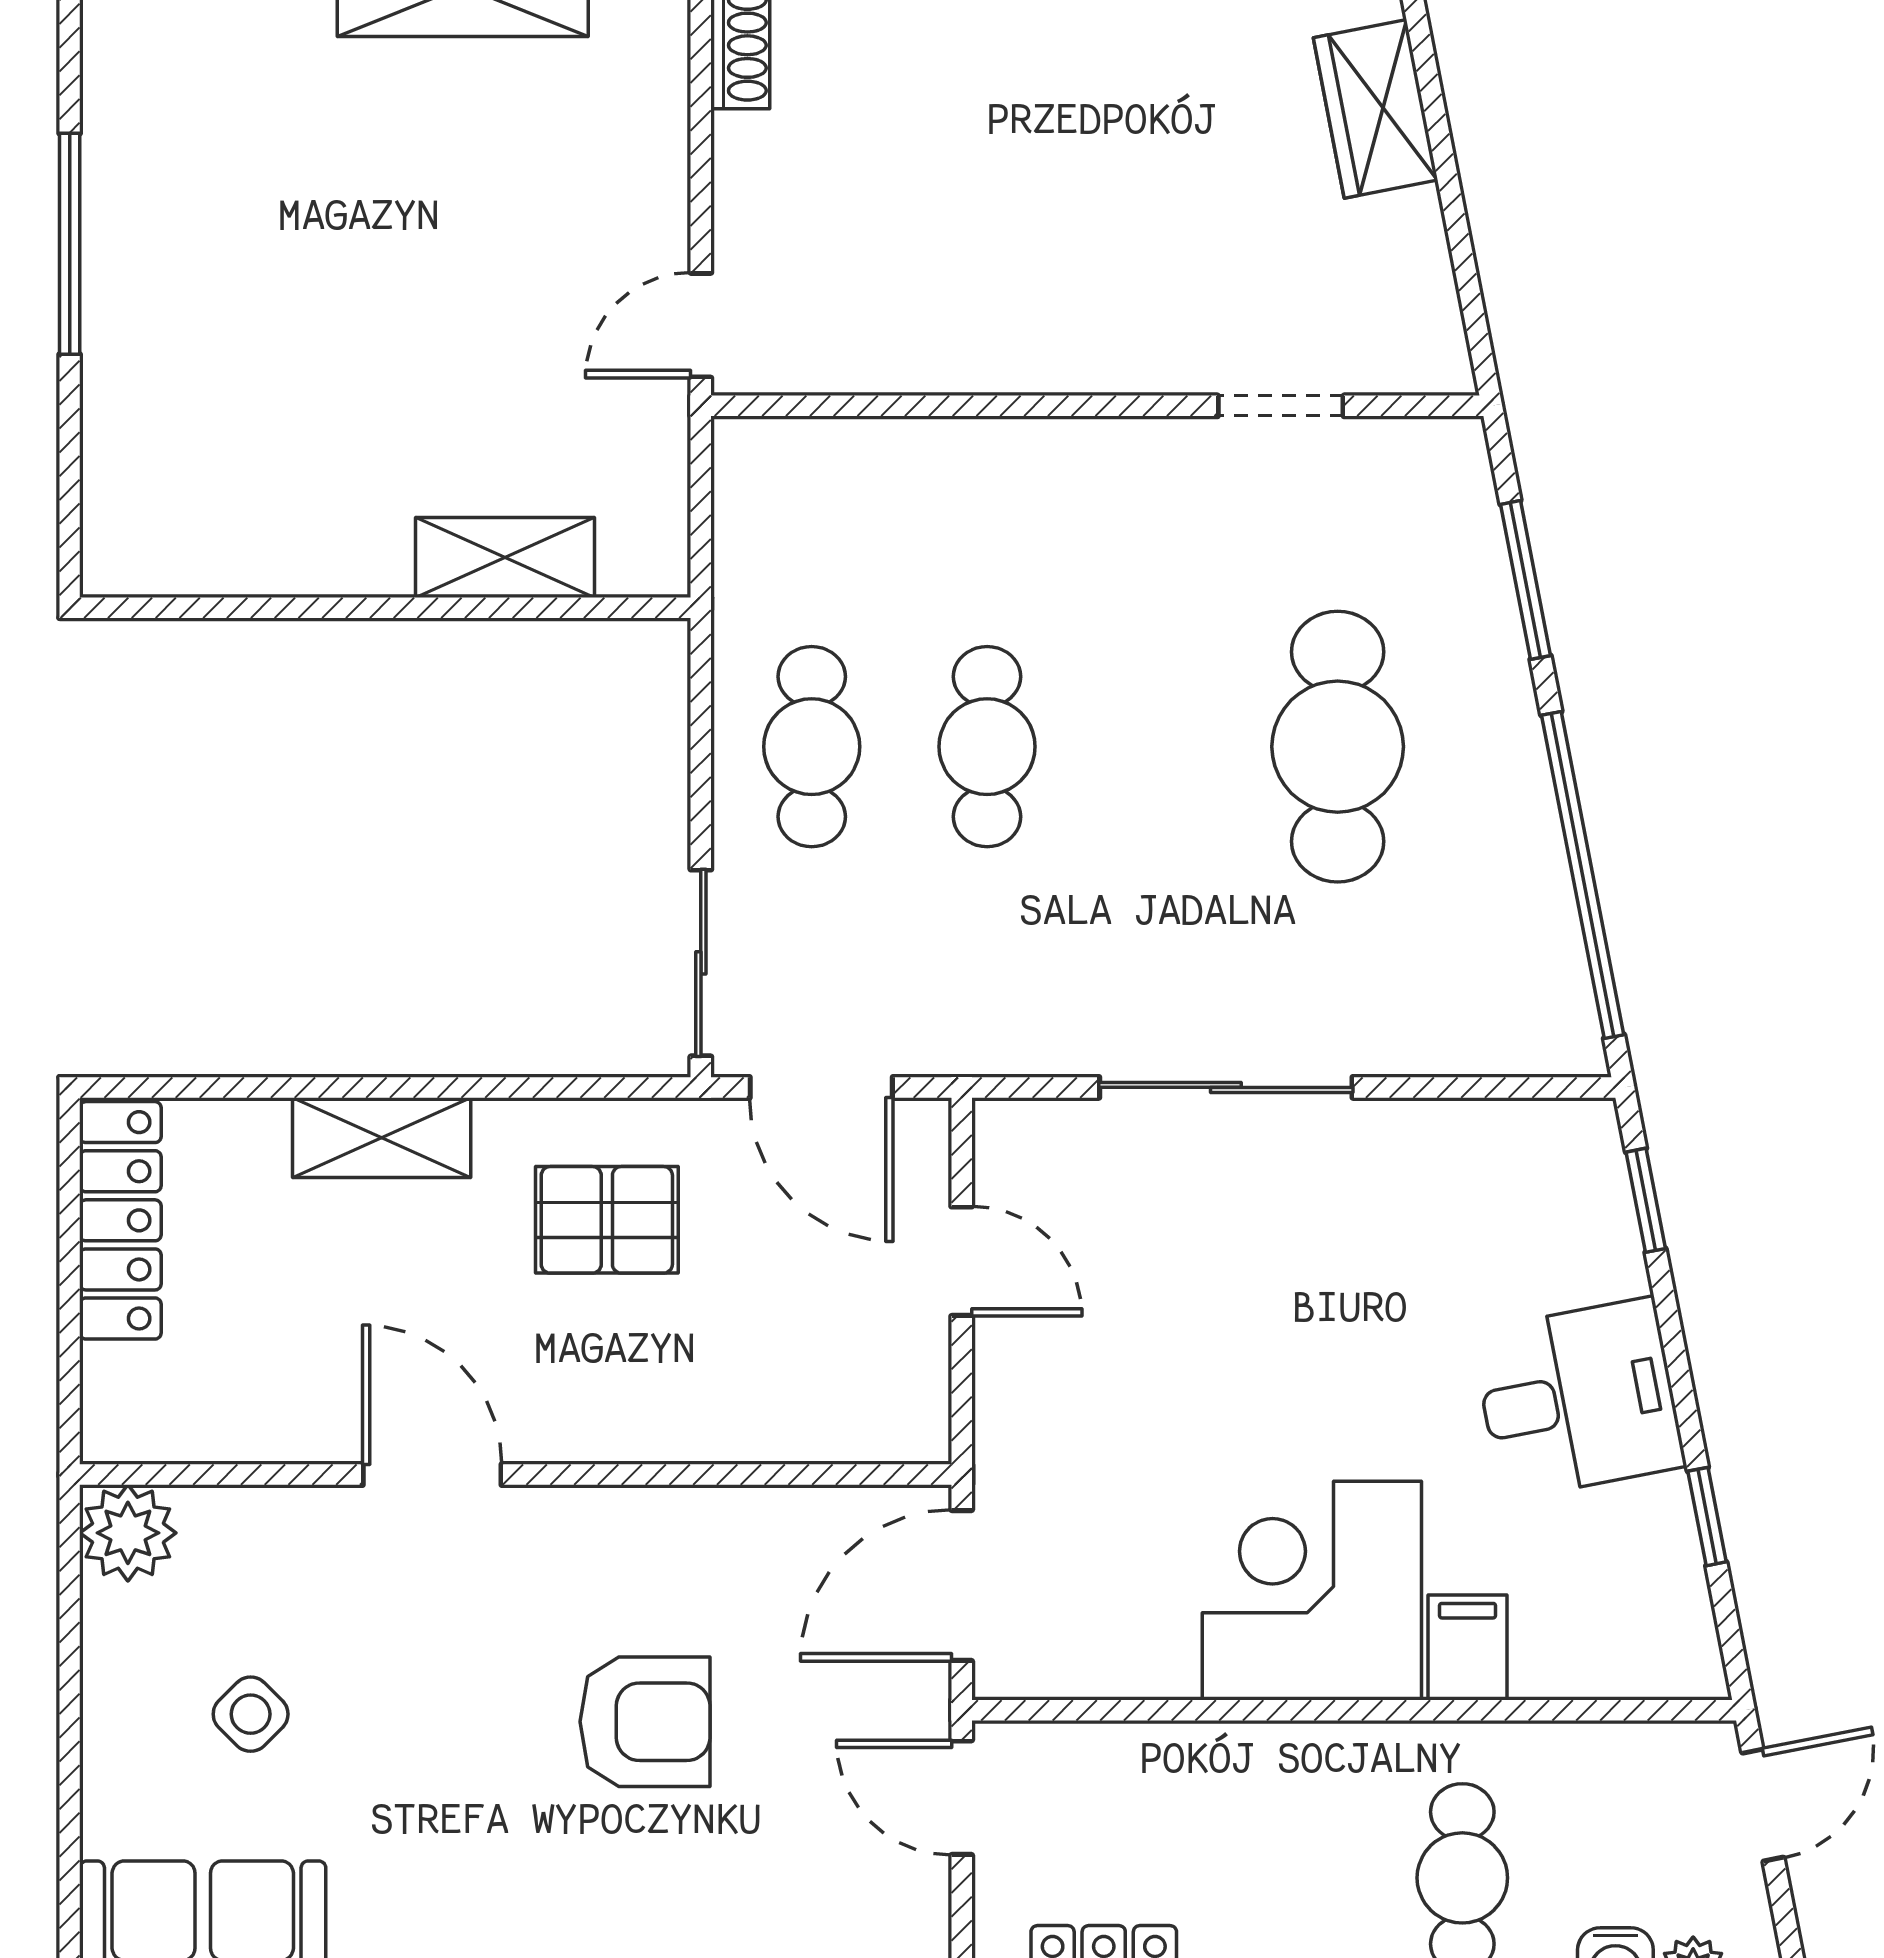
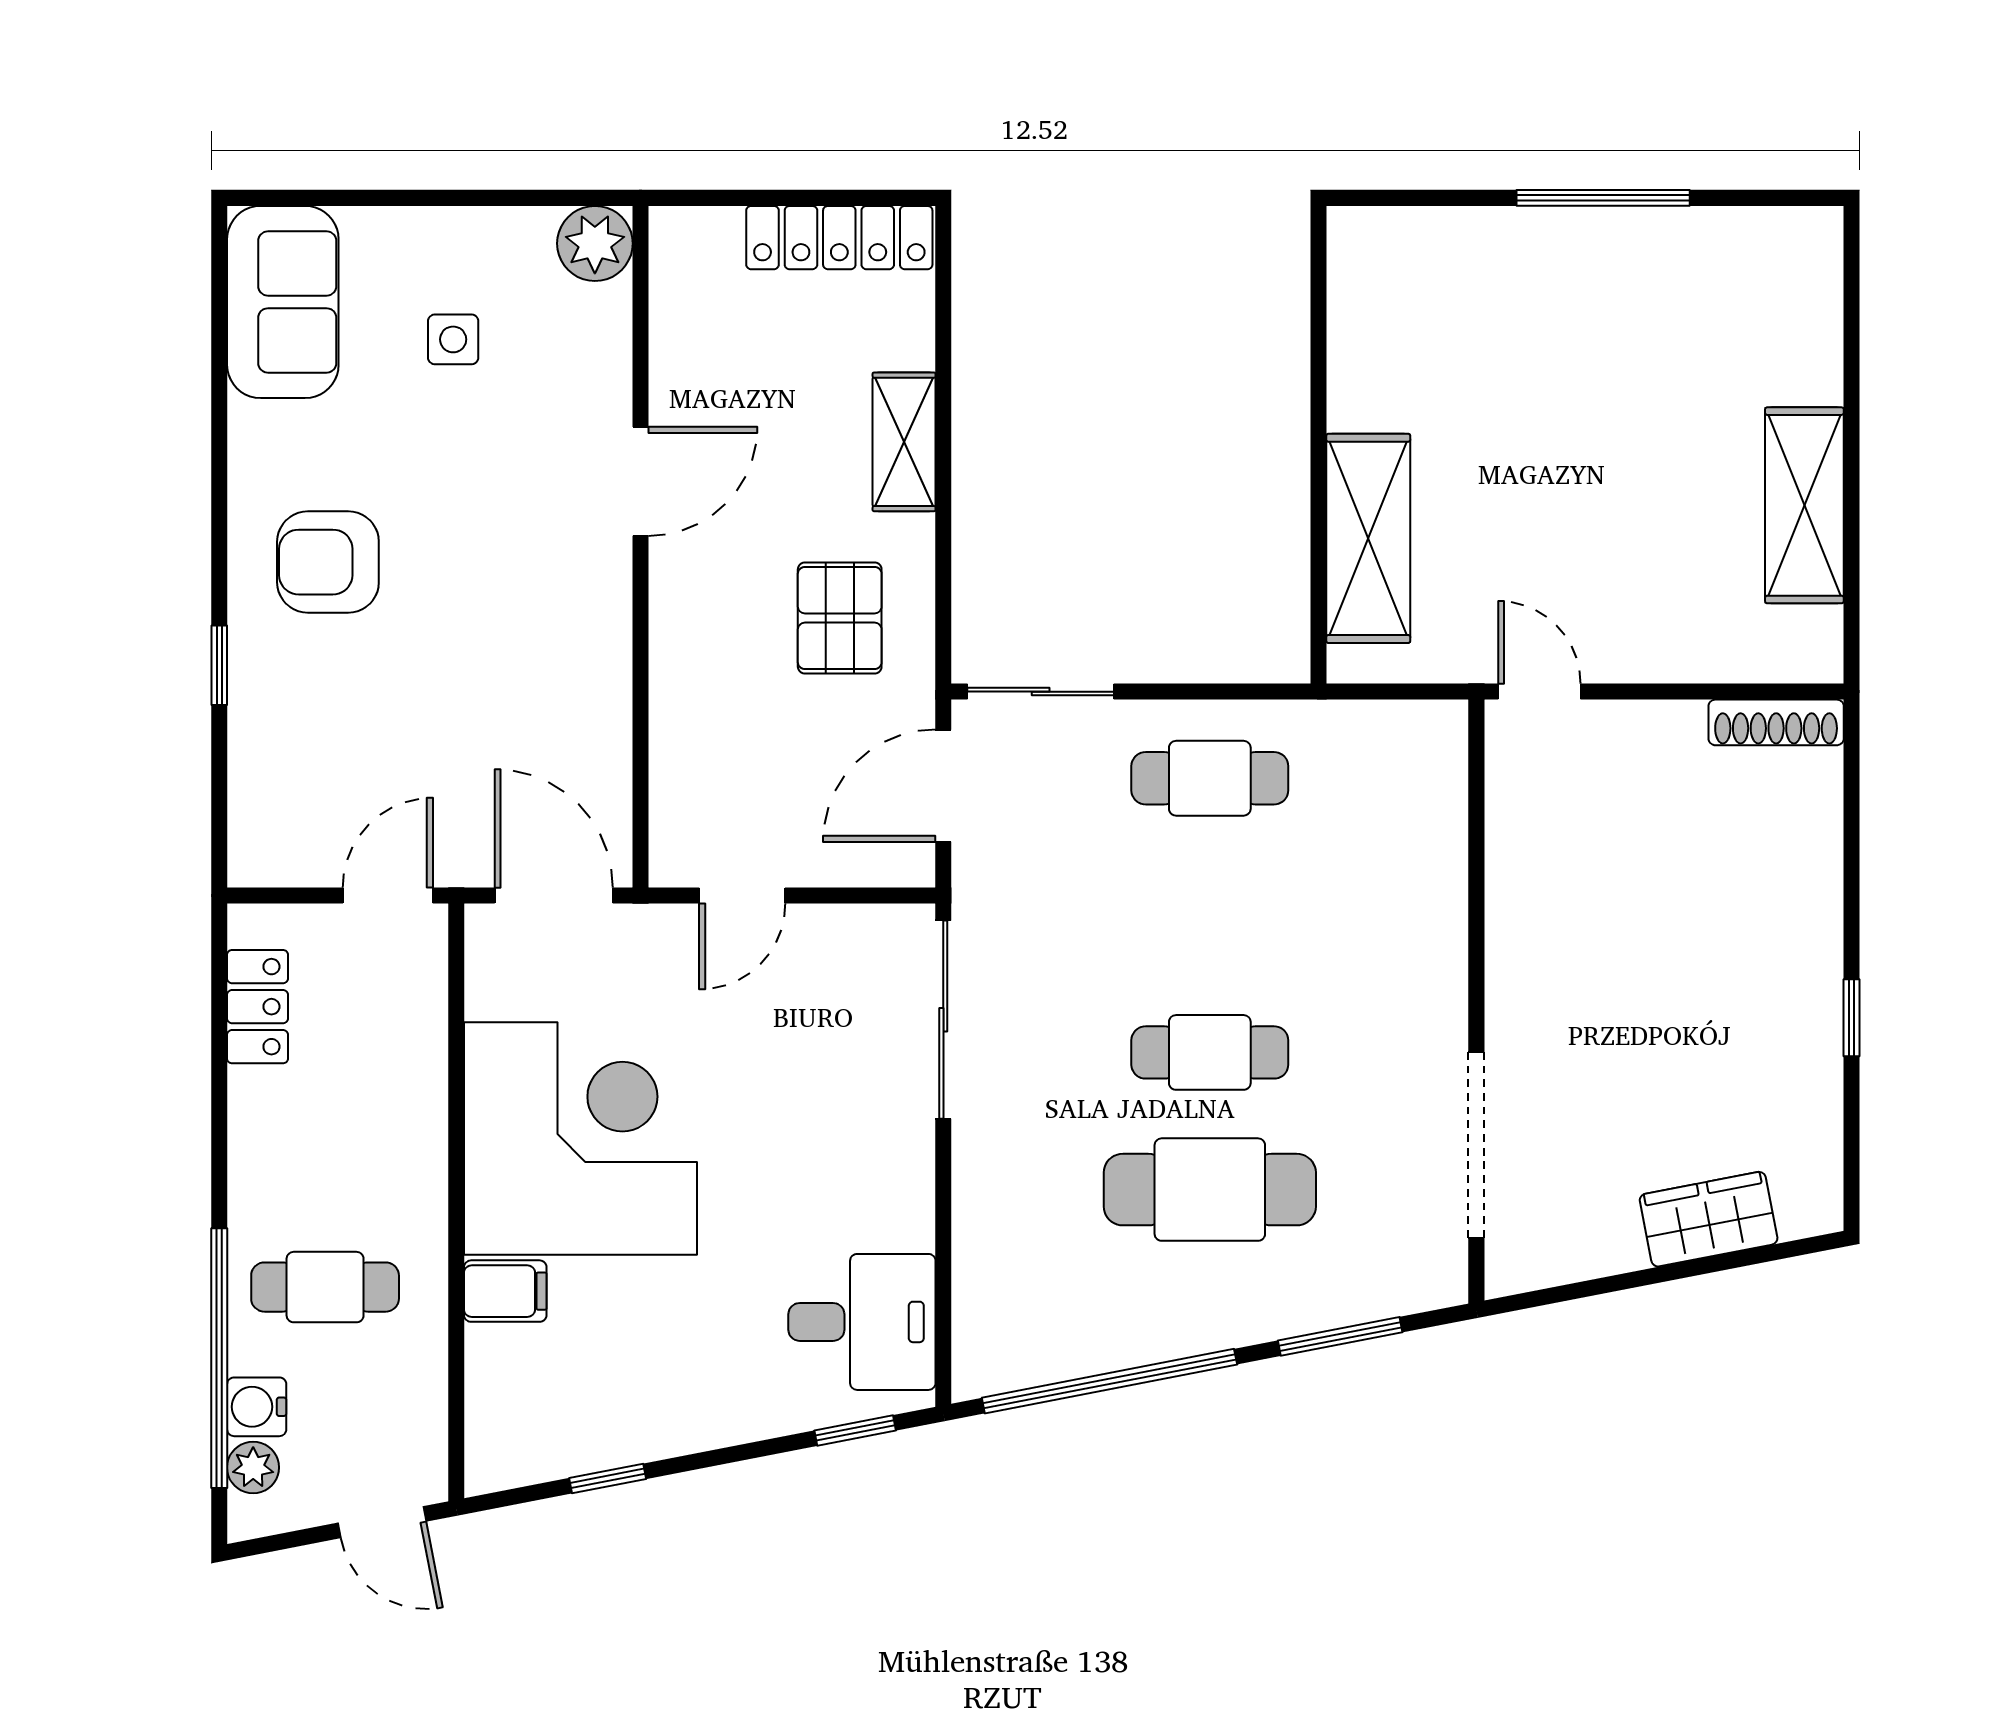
doorway: (1281, 406) -> (1476, 1145), width x1.88
shelving: (505, 557) -> (1368, 538), width x1.50, depth x1.33
cafe table: (987, 747) -> (1210, 1052), moved
sliding door: (1226, 1087) -> (943, 1020), moved
door: (962, 1261) -> (742, 896), moved
desk: (1578, 1399) -> (862, 1322), moved, turned -79
corner desk: (1312, 1591) -> (581, 1139), width x1.36, depth x1.36
side table: (251, 1714) -> (453, 339), turned 45
armchair: (645, 1722) -> (328, 562), moved, turned 90

